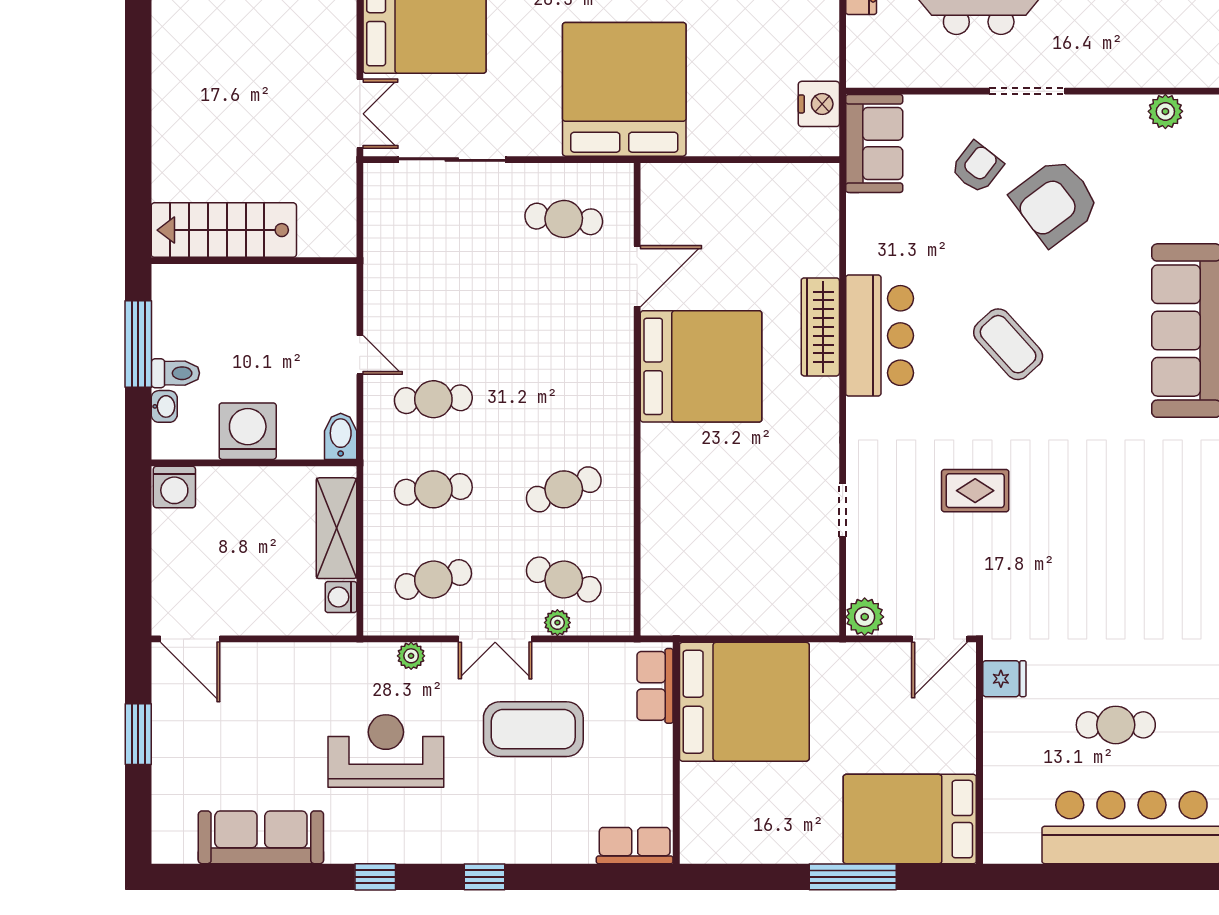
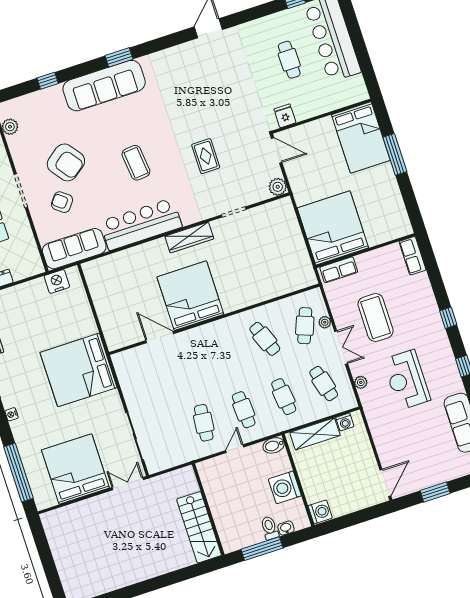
sofa: (874, 143) -> (74, 249), width x1.36
cafe table: (564, 219) -> (204, 423), moved
wardrobe: (820, 327) -> (189, 237), moved
bar counter: (880, 336) -> (141, 224), width x1.36
coffee table: (1008, 344) -> (136, 163), turned -54

